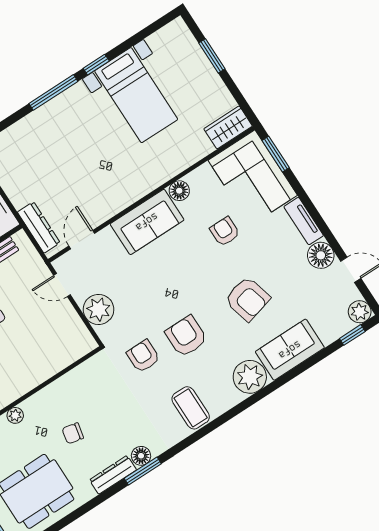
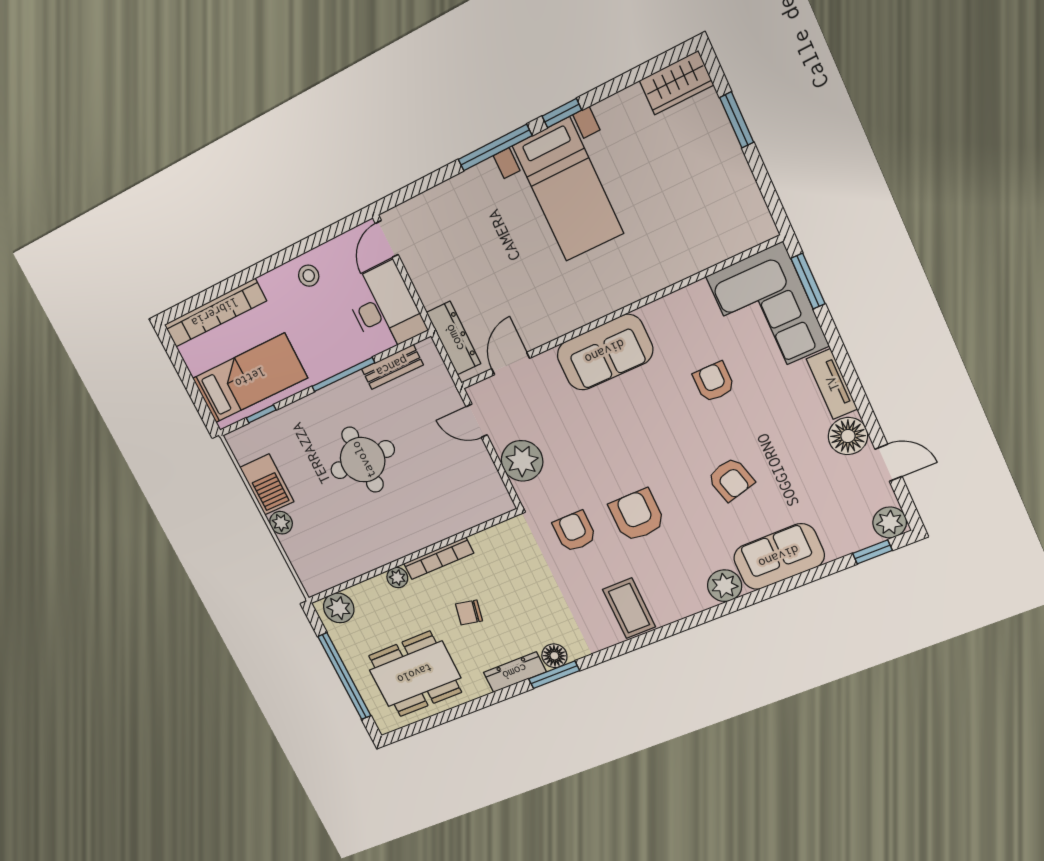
bed with nightstands: (136, 95) -> (568, 190), moved
wardrobe: (228, 127) -> (676, 83), moved, turned 180
floor lamp: (179, 191) -> (657, 315), removed
armchair: (247, 299) -> (731, 479), width x0.72, depth x0.72
plant: (250, 377) -> (725, 586), width x0.73, depth x0.73
bookcase: (45, 395) -> (439, 558), added

